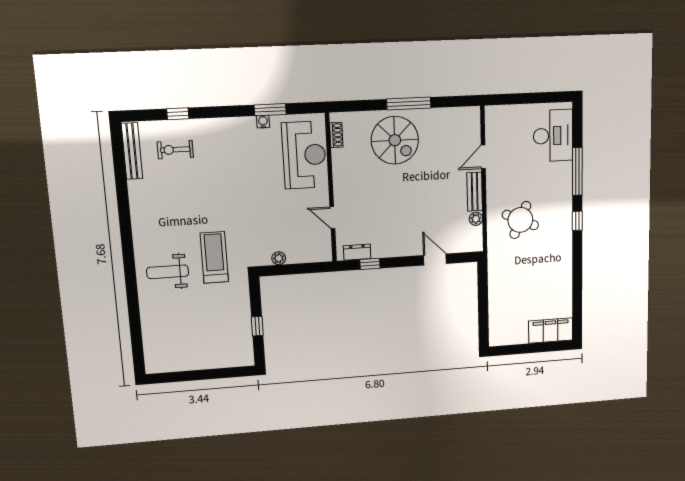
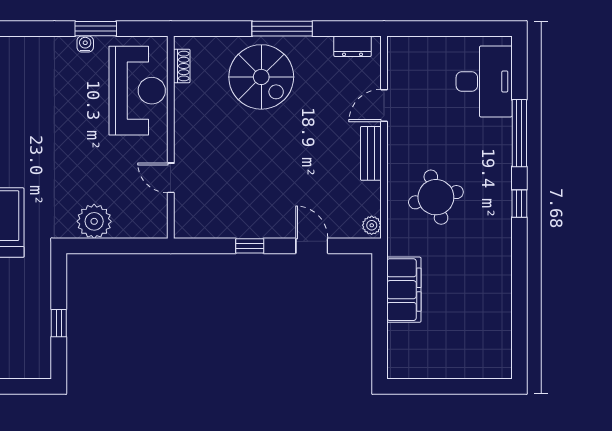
plant: (476, 219) -> (372, 225), moved
round table: (520, 220) -> (436, 197), turned -38
dresser: (357, 252) -> (353, 46), moved, turned 180
plant: (279, 258) -> (94, 221), width x1.88, depth x1.88
window: (370, 264) -> (250, 246), moved
filing cabinet: (551, 331) -> (404, 290), moved, turned 90

